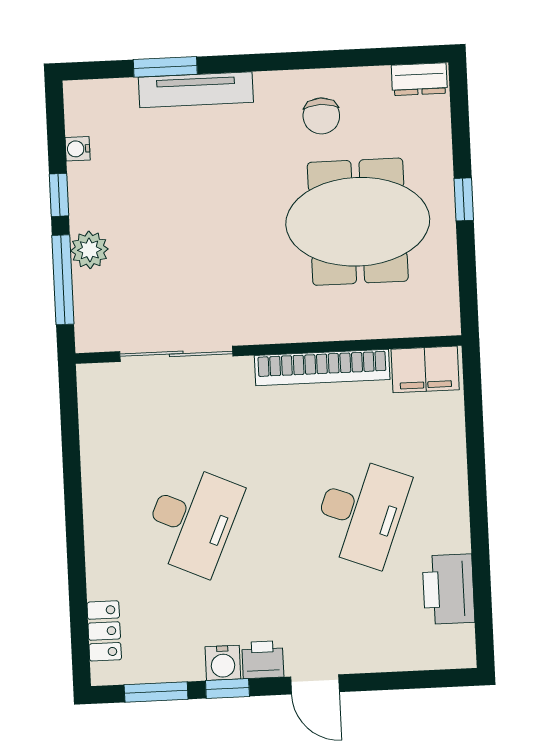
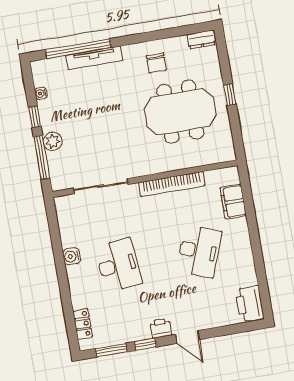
window: (165, 67) -> (78, 49), width x2.11
filing cabinet: (425, 369) -> (233, 202), moved, turned 90
desk: (192, 520) -> (118, 265), turned -30
printer: (448, 589) -> (249, 304), moved
water cooler: (223, 663) -> (72, 256), moved, turned 90

